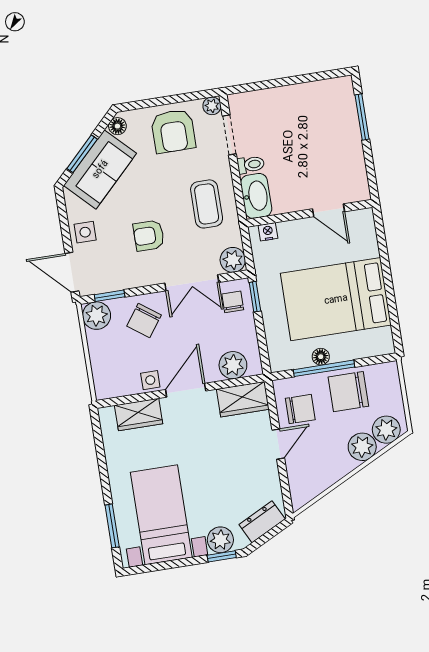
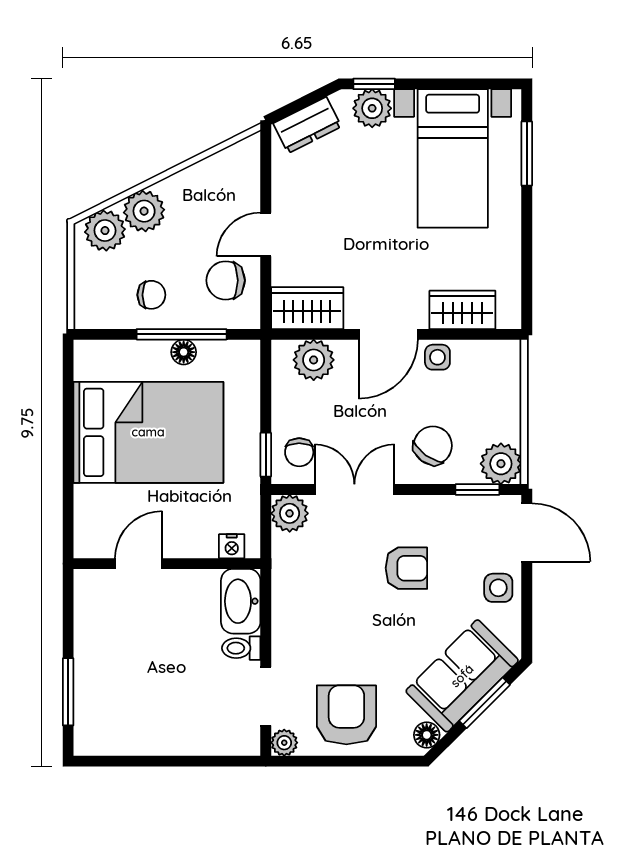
coffee table: (207, 204) -> (315, 601), removed
door: (328, 210) -> (139, 564), hinge flipped
chair: (348, 392) -> (151, 295), width x0.54, depth x0.54

